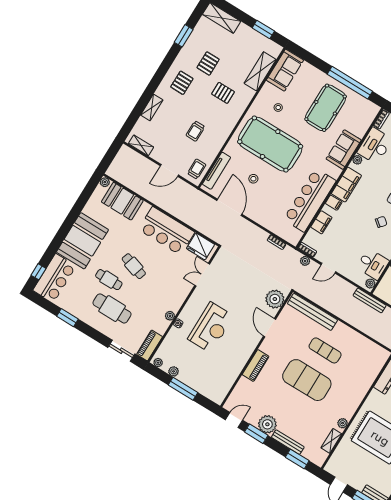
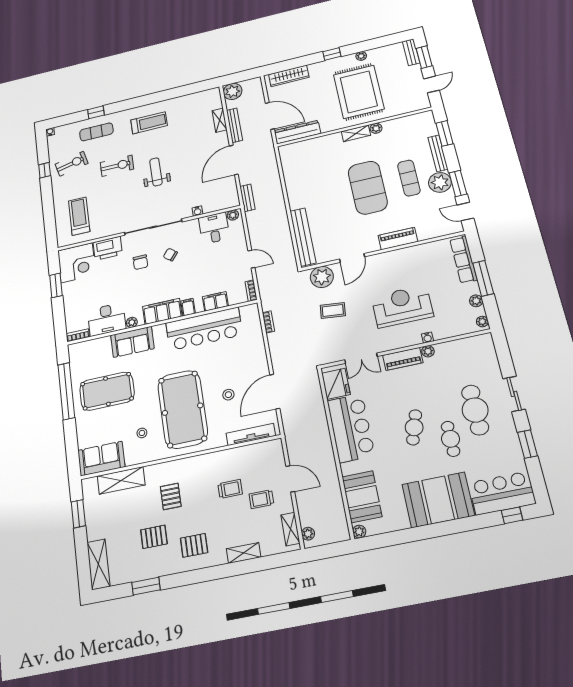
trolley: (197, 169) -> (261, 499), moved
plant: (305, 261) -> (308, 534), moved
coffee table: (247, 286) -> (333, 311), added
bench: (370, 300) -> (247, 198), width x0.73
piano: (150, 345) -> (403, 359), moved
exercise mat: (325, 350) -> (409, 178), moved
sliding door: (121, 351) -> (514, 394), moved
row of seats: (205, 389) -> (463, 260), added
shelving: (331, 441) -> (356, 133), moved

